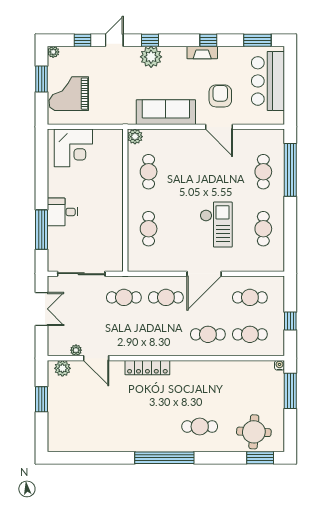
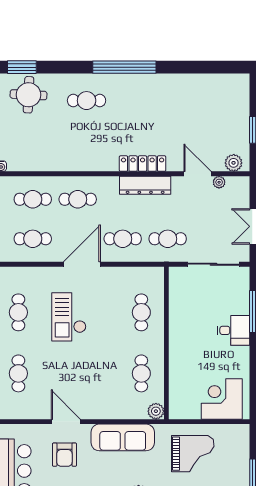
grand piano: (69, 94) -> (193, 454), moved
dresser: (145, 347) -> (145, 185), added

